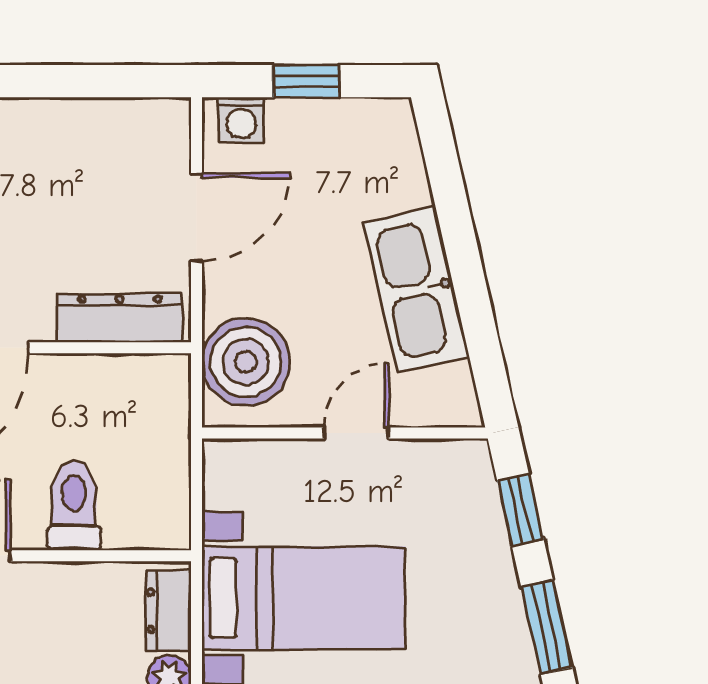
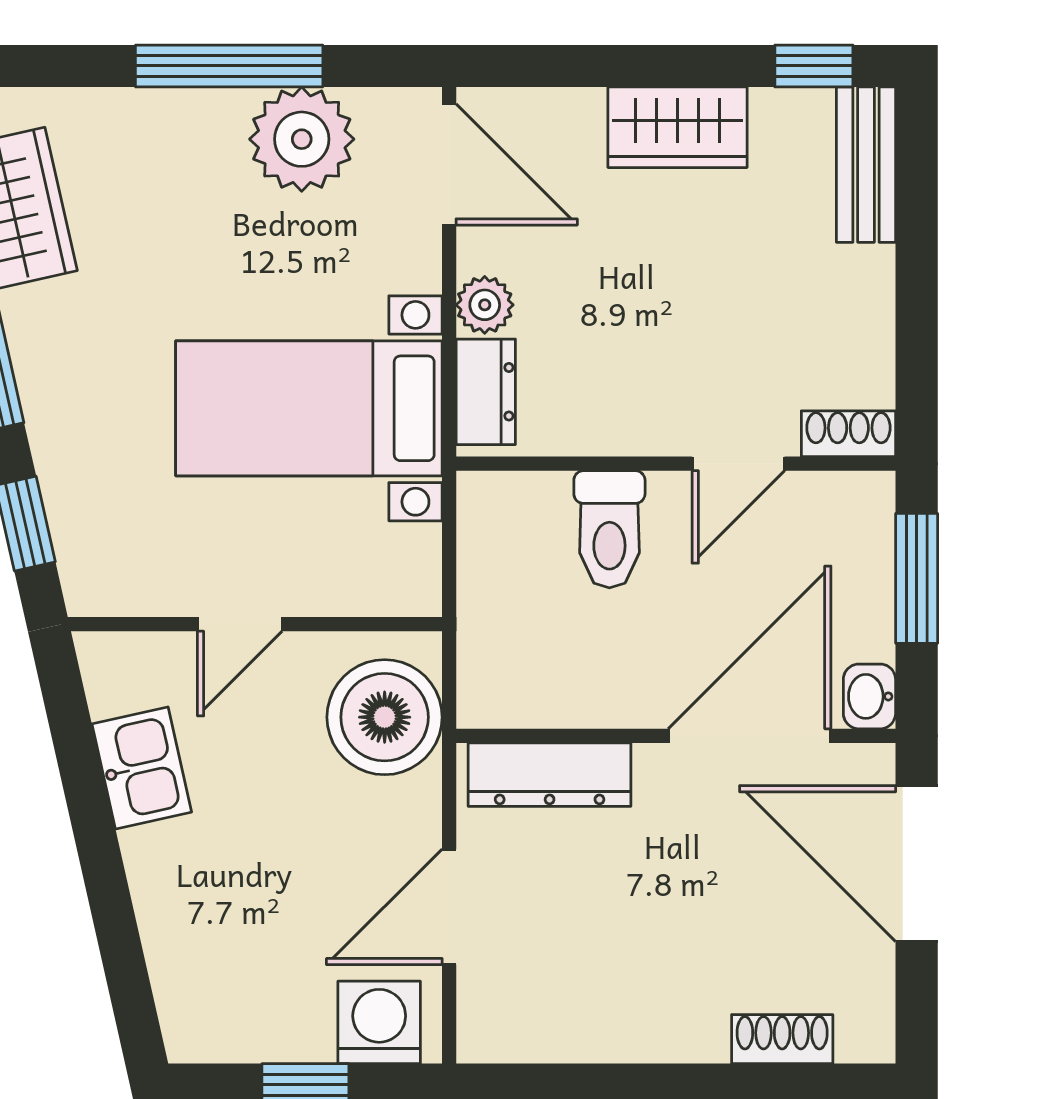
washing machine: (241, 120) -> (379, 1022), width x1.38, depth x1.38
kitchen sink: (416, 290) -> (142, 768), width x0.53, depth x0.81

